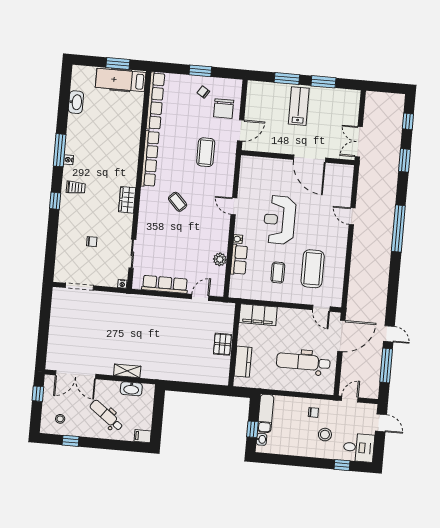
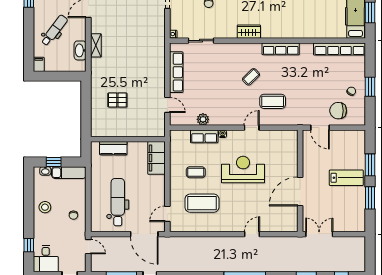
coffee table: (206, 152) -> (273, 101), moved
row of seats: (150, 159) -> (281, 49), width x0.73
pallet: (222, 344) -> (117, 100), moved
stool: (325, 435) -> (45, 207), moved

